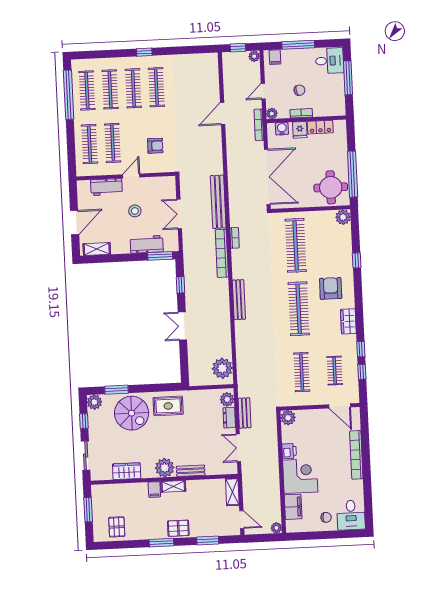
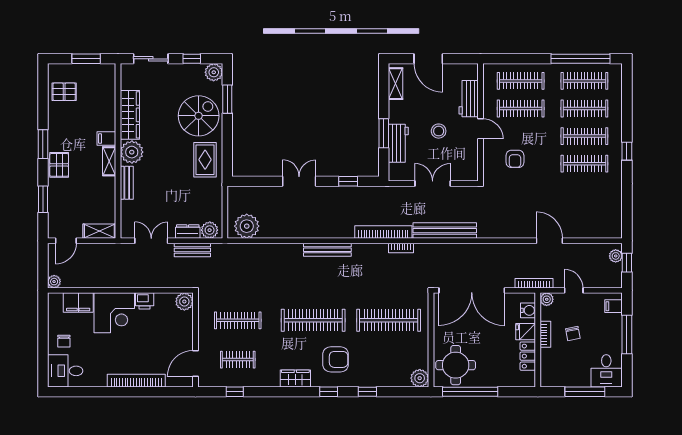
plant: (254, 56) -> (616, 256), moved
window: (160, 256) -> (384, 133), moved
window: (361, 349) -> (329, 392), moved
spiral stairs: (132, 413) -> (199, 116), turned 180
wardrobe: (127, 471) -> (130, 115), width x1.50

